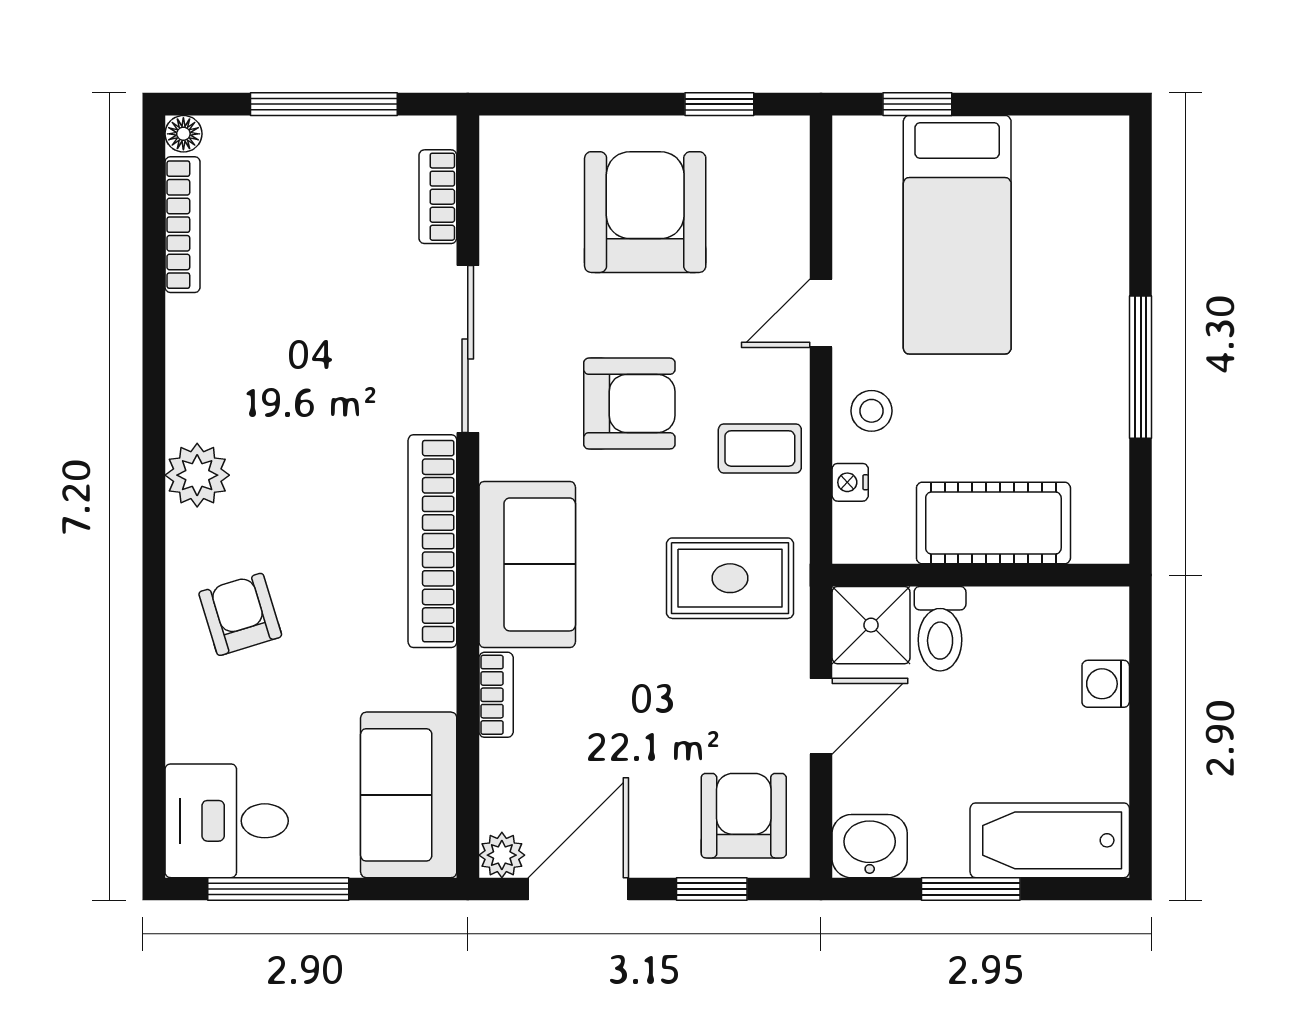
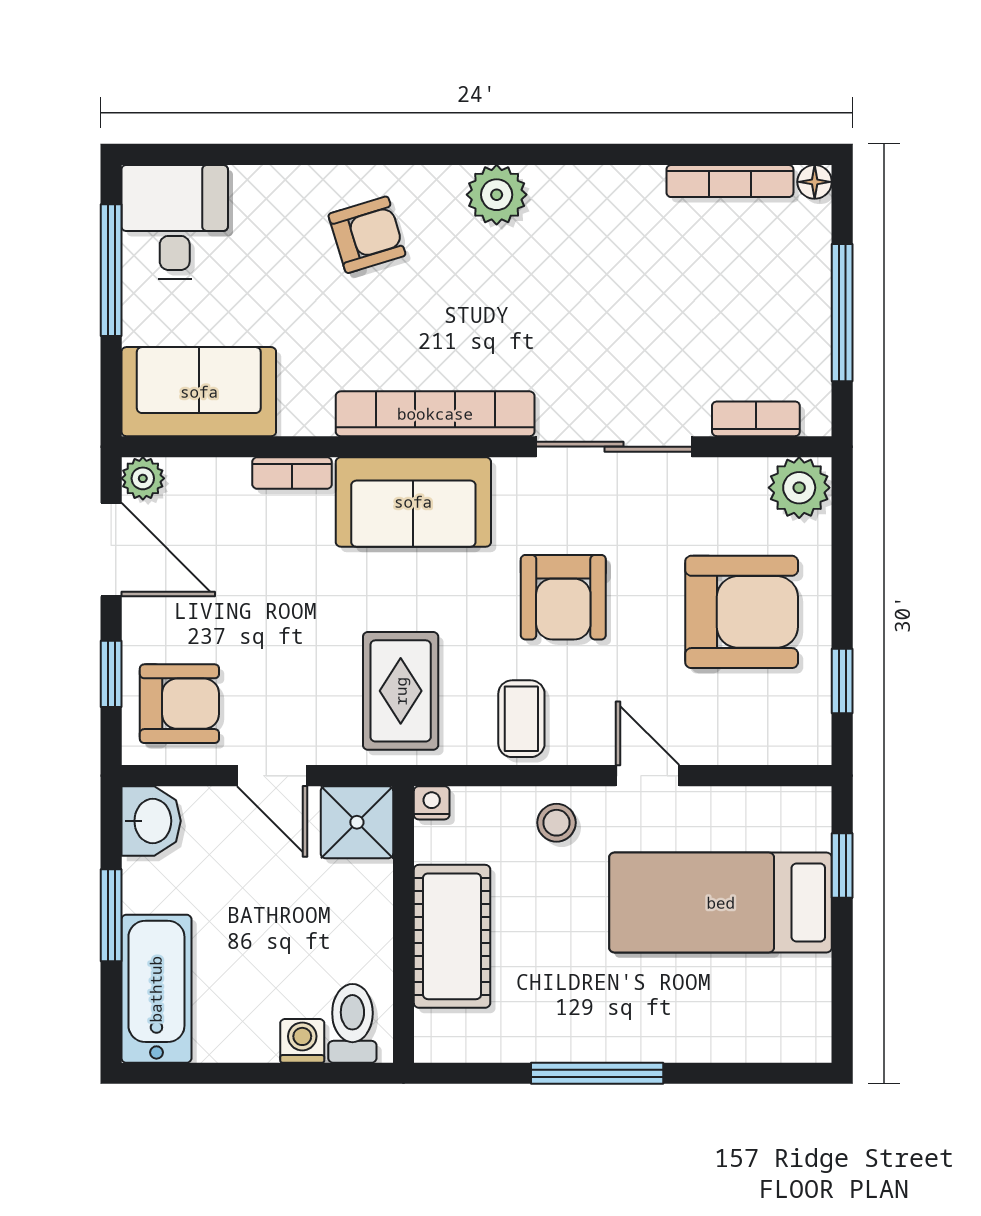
plant: (512, 150) -> (799, 488), added
nightstand: (850, 482) -> (432, 803), moved
toilet: (940, 629) -> (352, 1023), moved, turned 90

